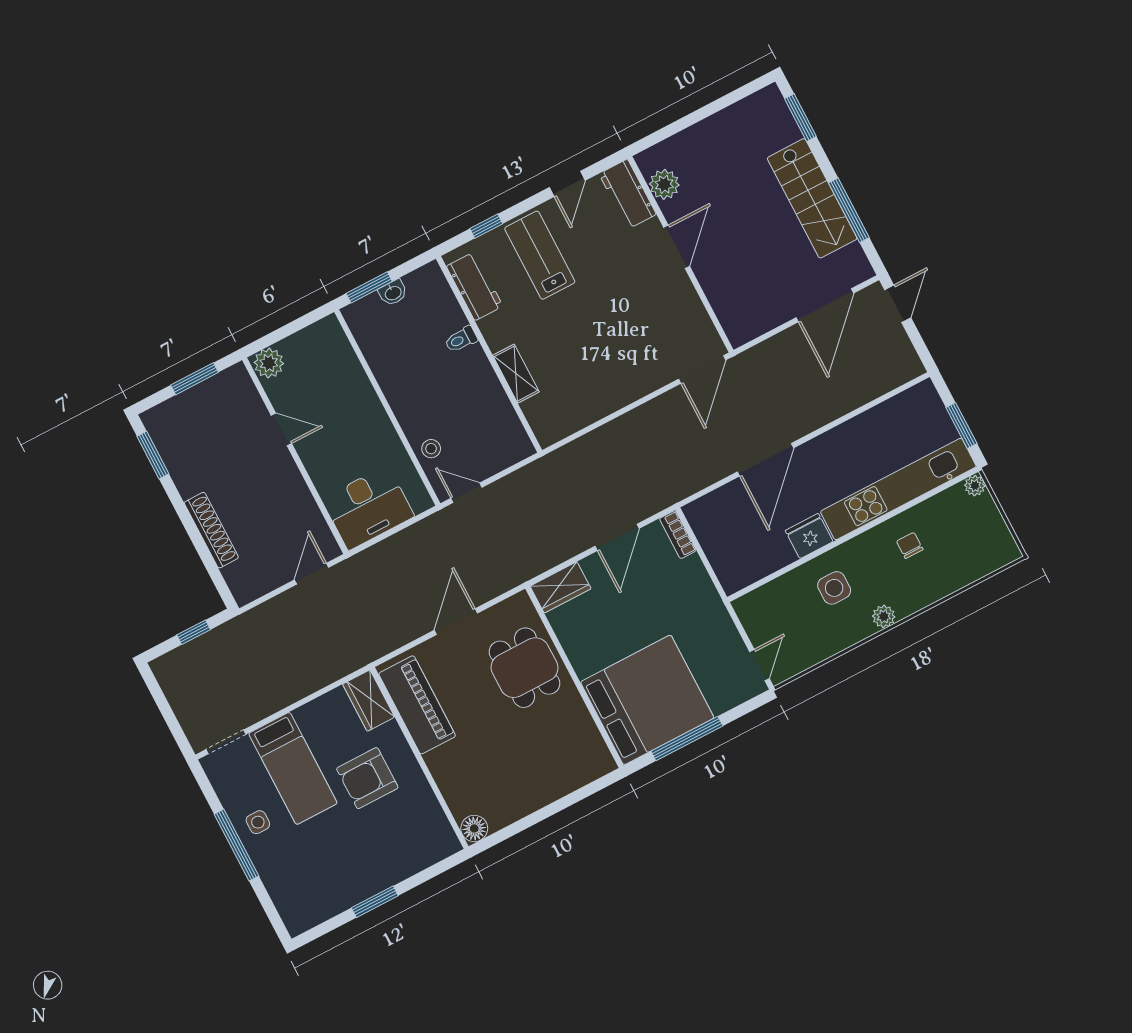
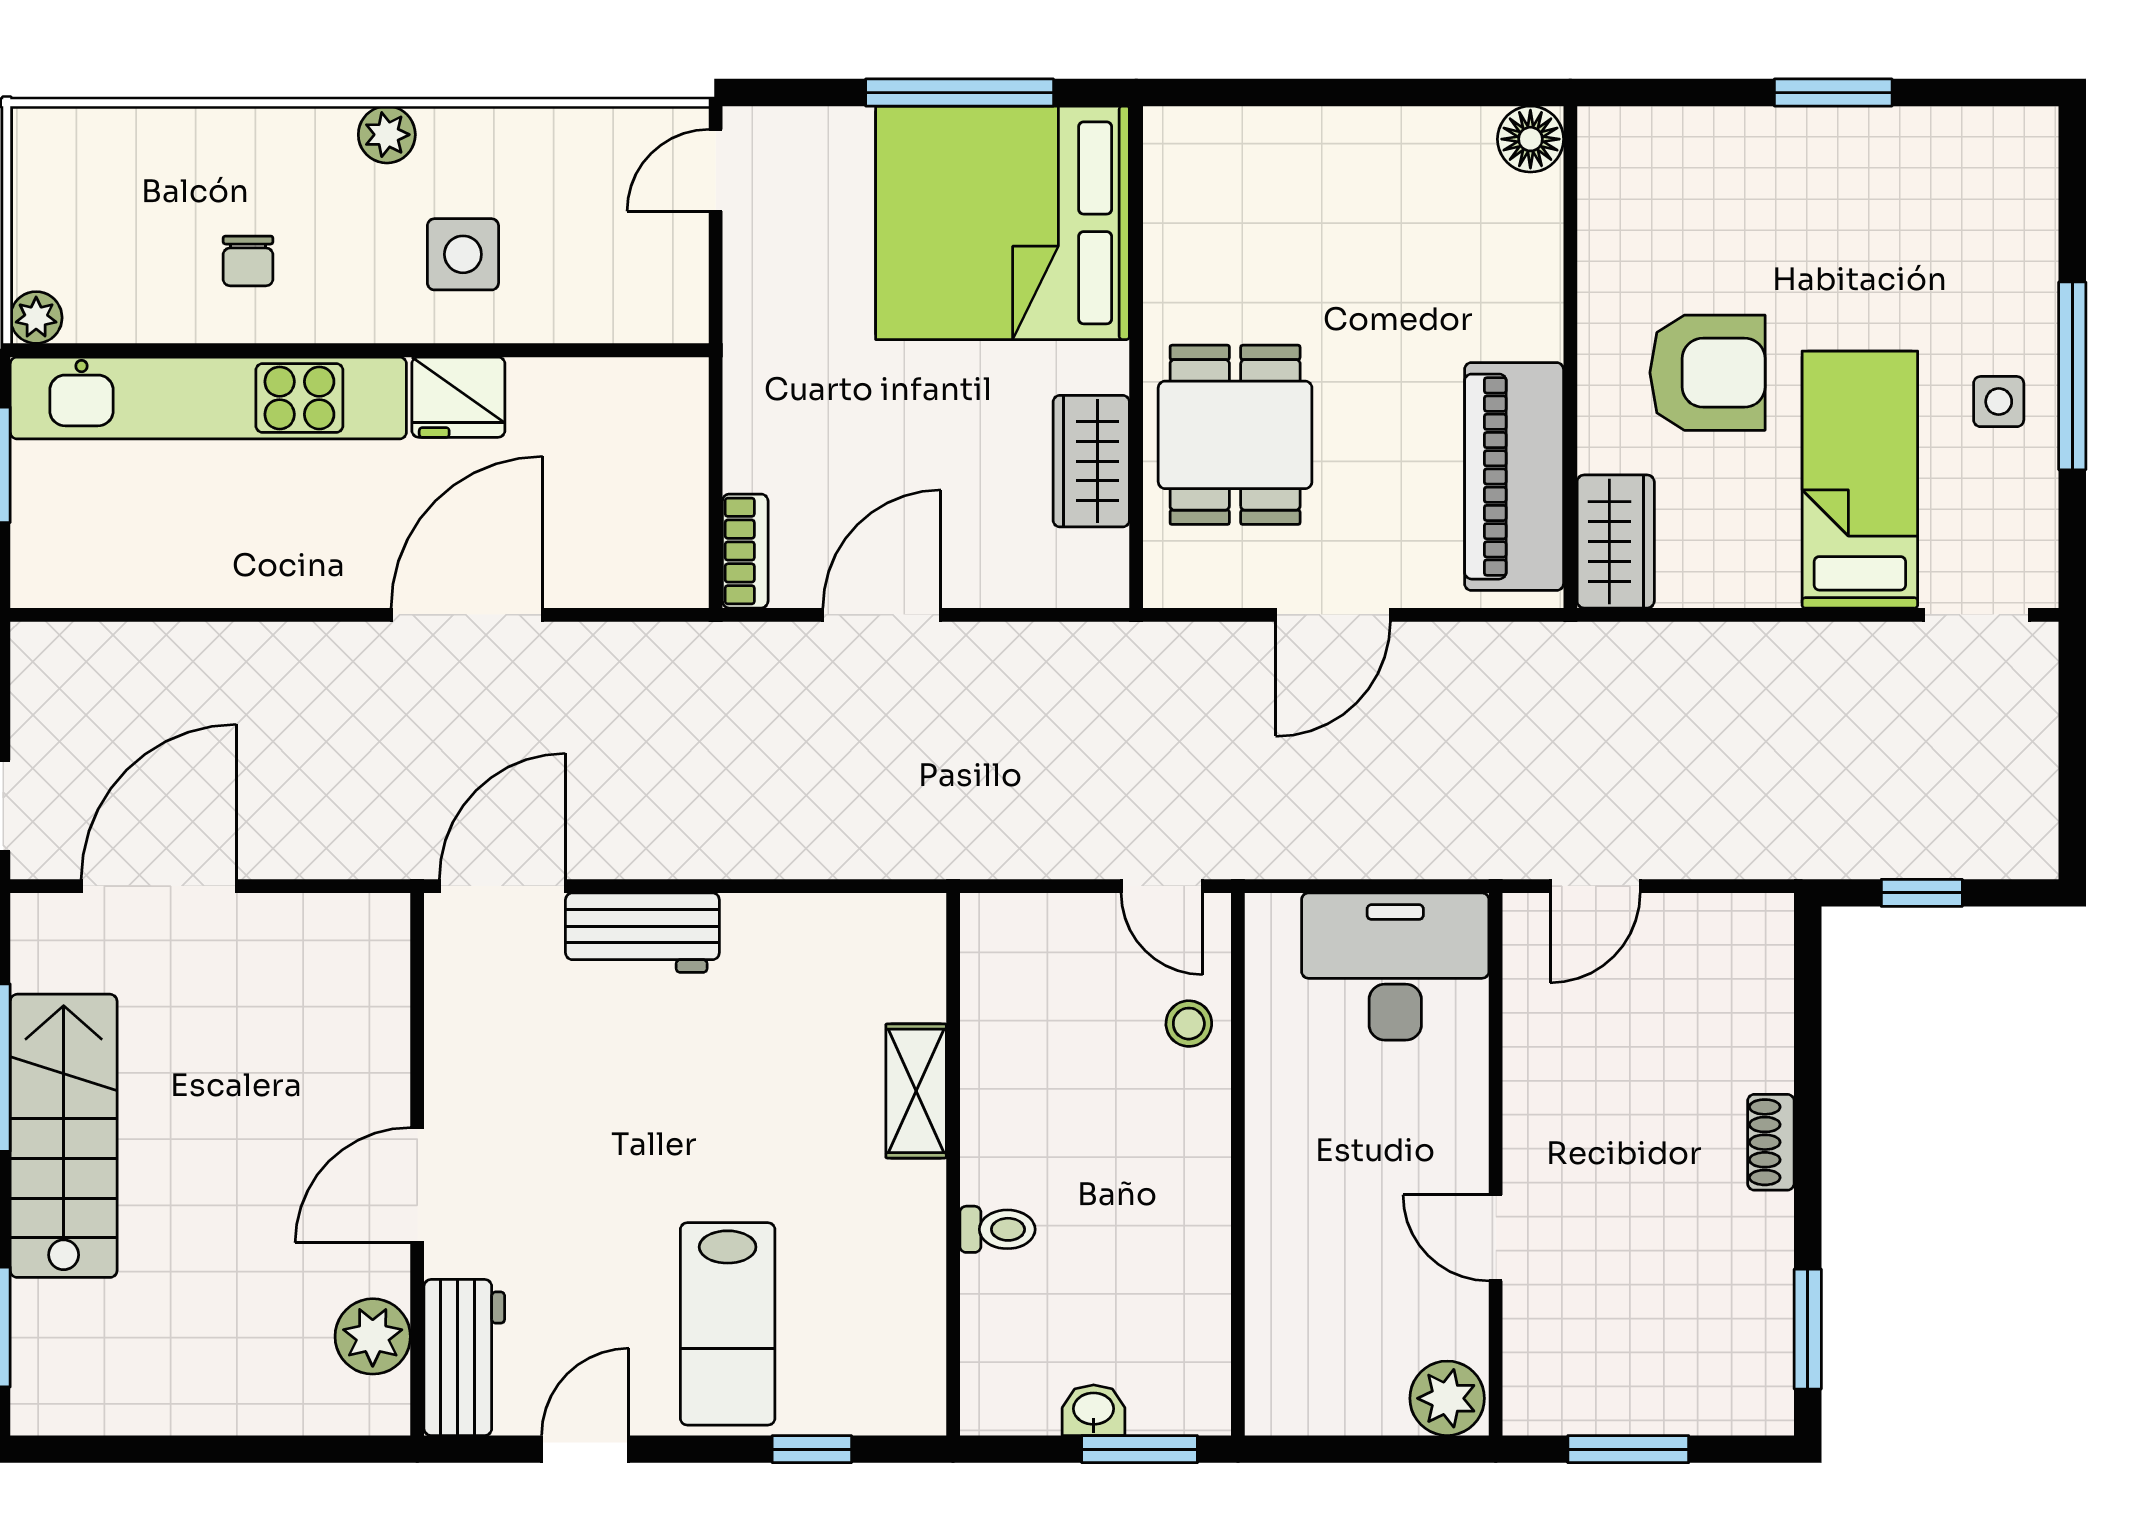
workbench: (475, 286) -> (642, 933), moved, turned -90
shoe rack: (211, 530) -> (1771, 1142), width x0.51, depth x0.81
wardrobe: (561, 587) -> (1091, 461), moved, turned -90

